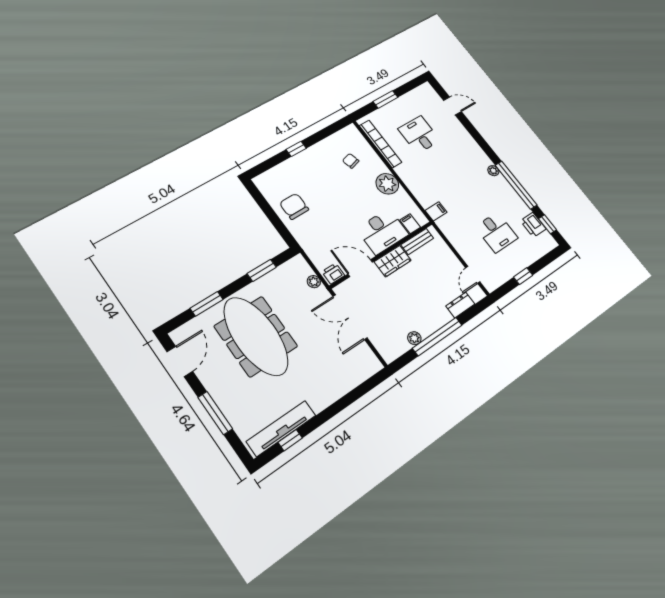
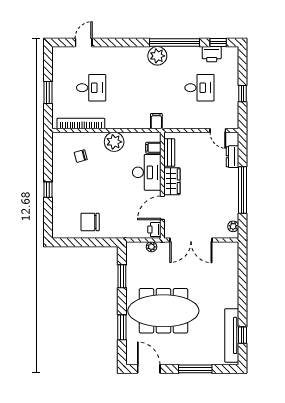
desk: (419, 135) -> (91, 88), turned 180
plant: (493, 171) -> (157, 56), width x1.88, depth x1.88
plant: (414, 338) -> (233, 226), moved

